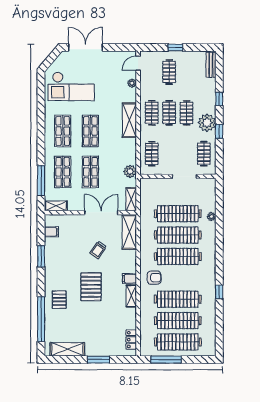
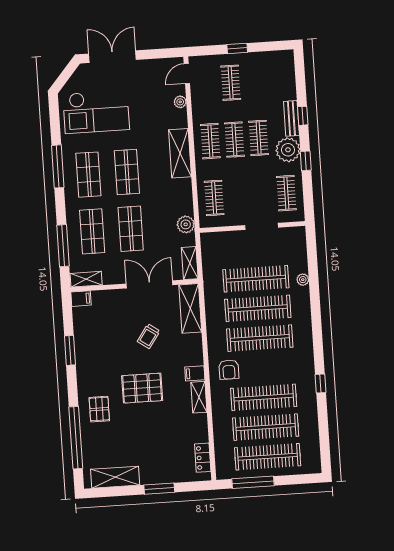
bench: (211, 65) -> (291, 118), moved
window: (41, 124) -> (58, 166), added
filing cabinet: (51, 232) -> (81, 299), moved
armchair: (154, 278) -> (229, 370), turned 90
pallet: (91, 287) -> (142, 388), turned 90

